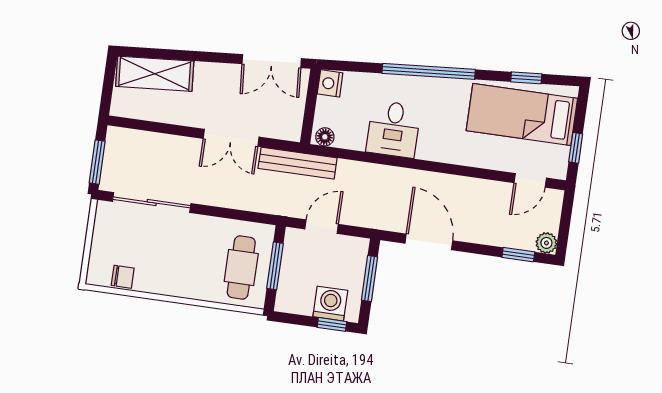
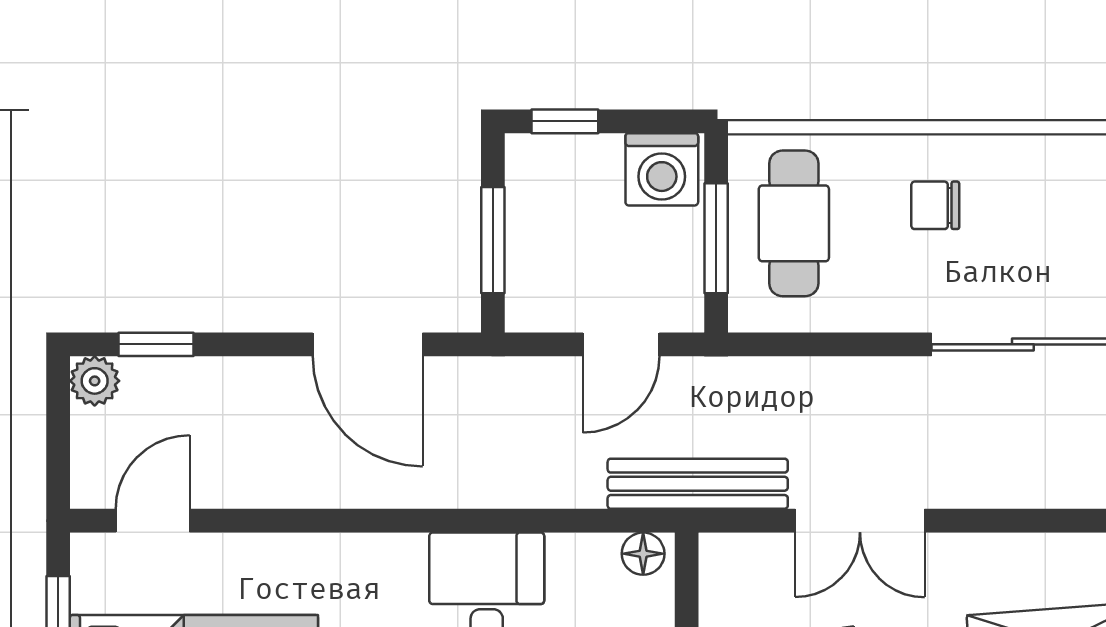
double door: (231, 138) -> (860, 521), swing flipped
chair: (123, 277) -> (935, 205), moved
washing machine: (330, 304) -> (662, 169), moved

